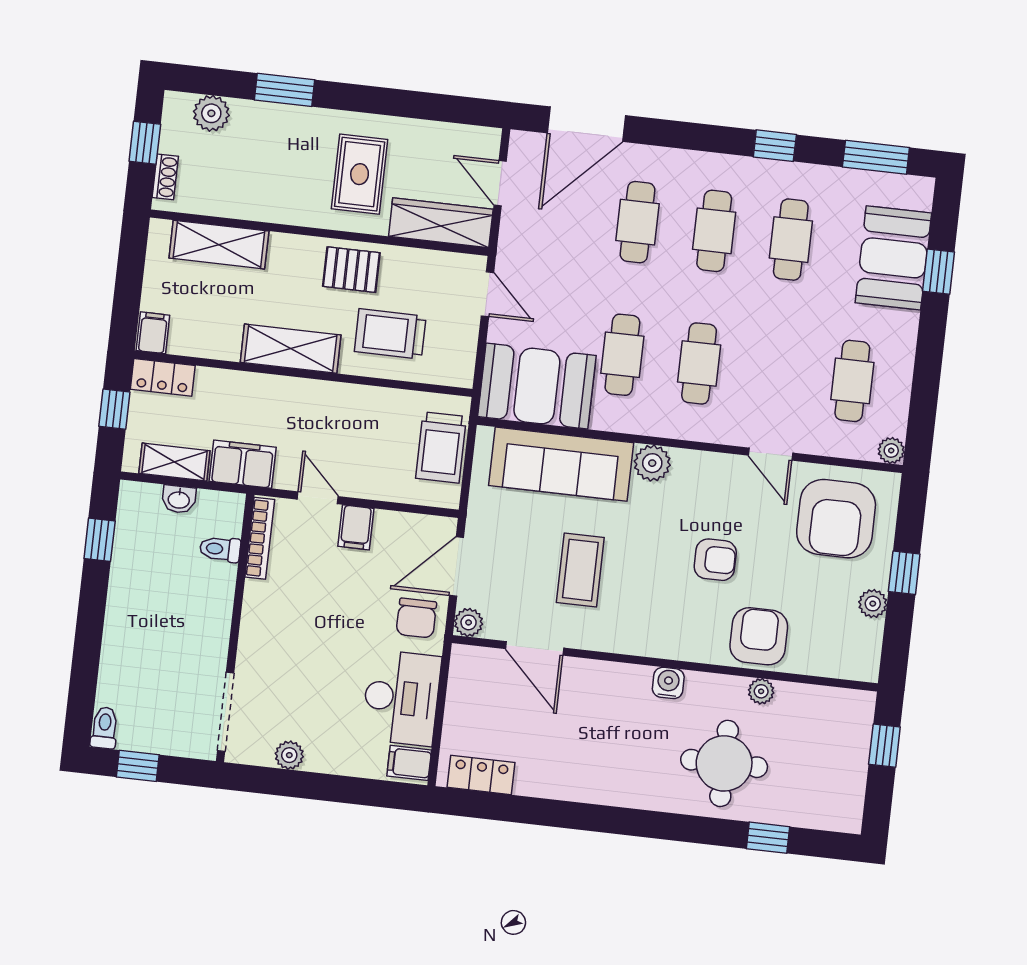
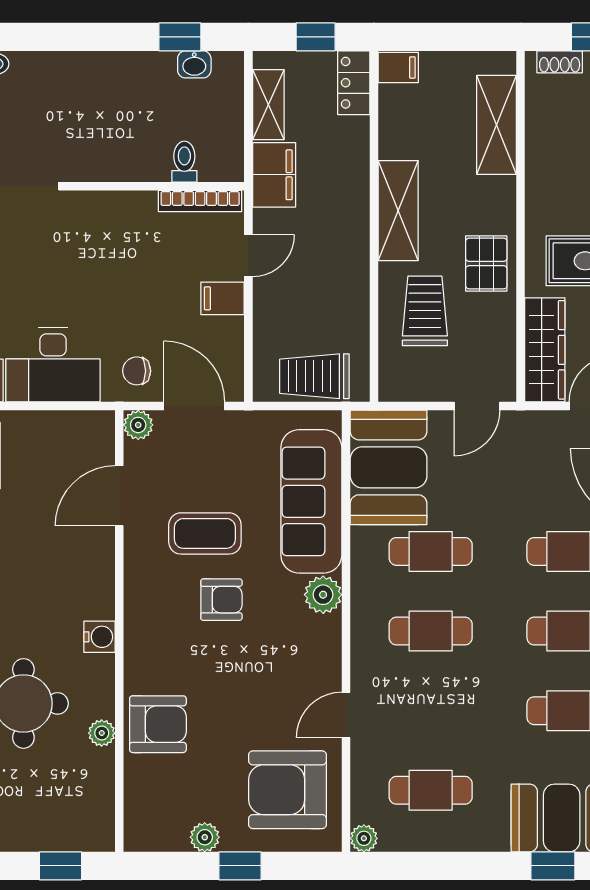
washbasin: (179, 499) -> (194, 64), moved, turned -90
armchair: (715, 560) -> (221, 600), moved, turned -90
chair: (416, 618) -> (137, 371), width x0.73, depth x0.73

